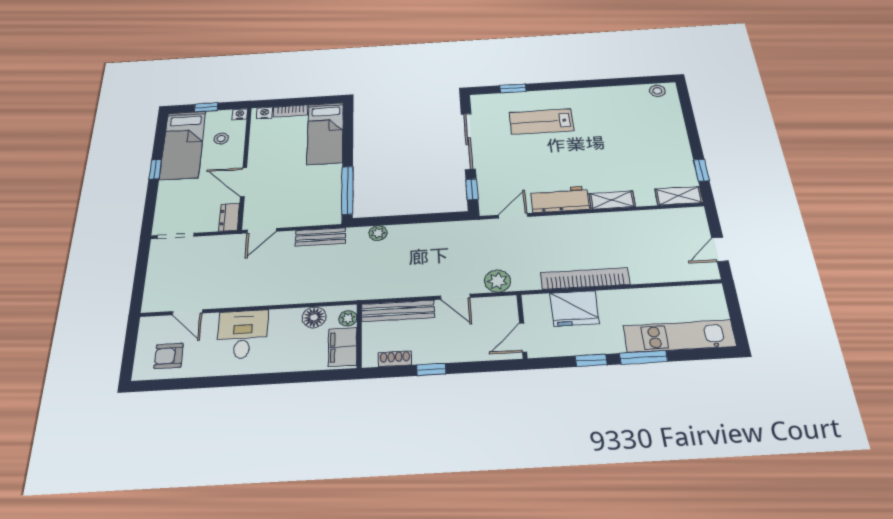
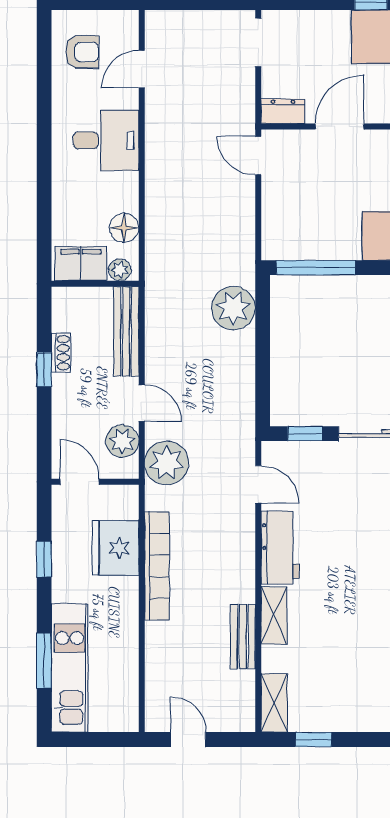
plant: (378, 233) -> (233, 308), width x1.88, depth x1.88
bench: (320, 237) -> (243, 637), moved
plant: (497, 281) -> (167, 463), width x1.36, depth x1.36
door: (455, 297) -> (142, 403), swing flipped
plant: (487, 309) -> (122, 441), added
armchair: (169, 356) -> (82, 52), turned 90
window: (643, 357) -> (44, 661), moved
shoe rack: (395, 359) -> (61, 353), moved

